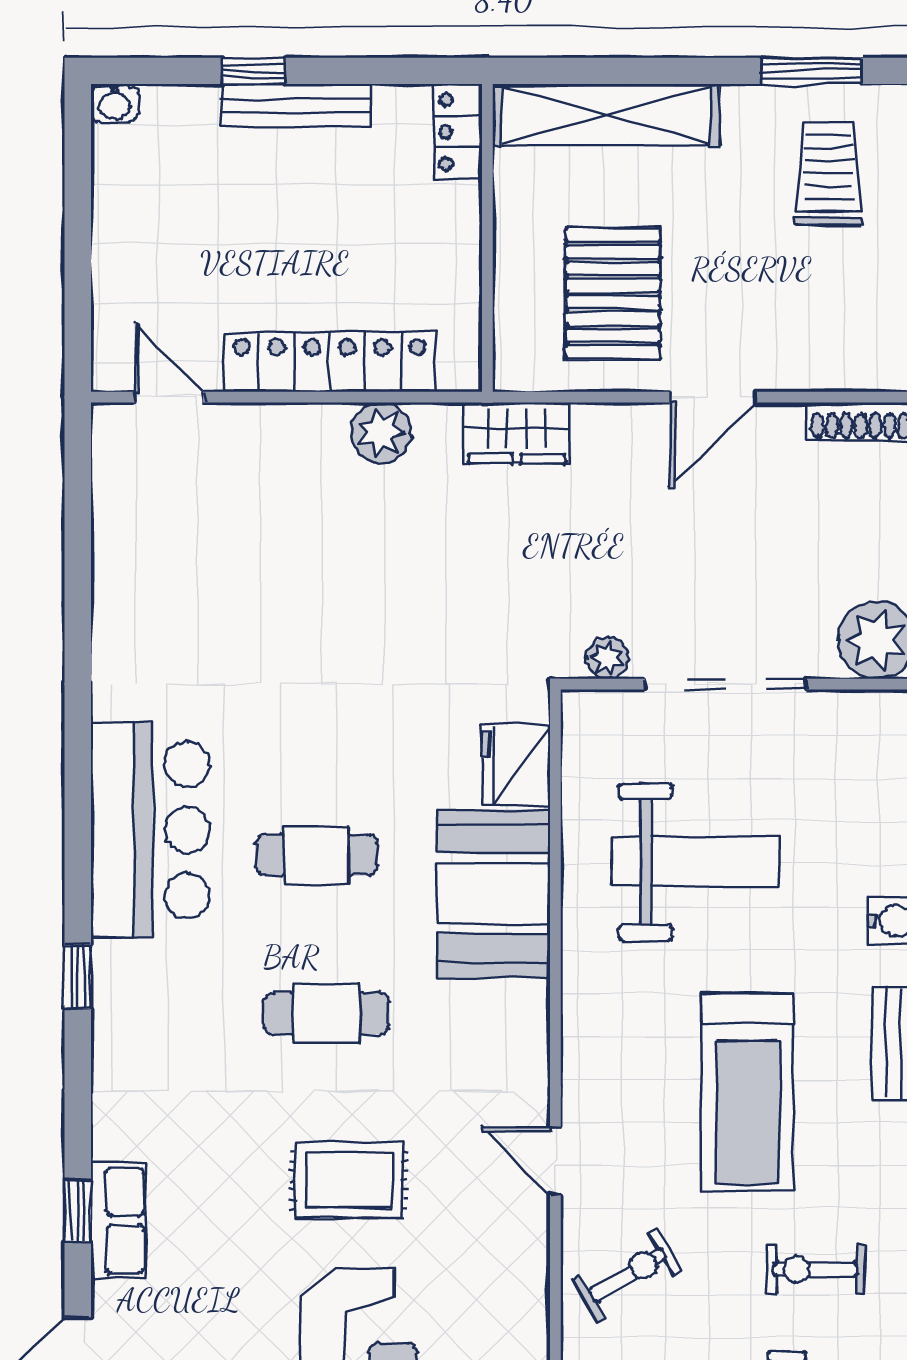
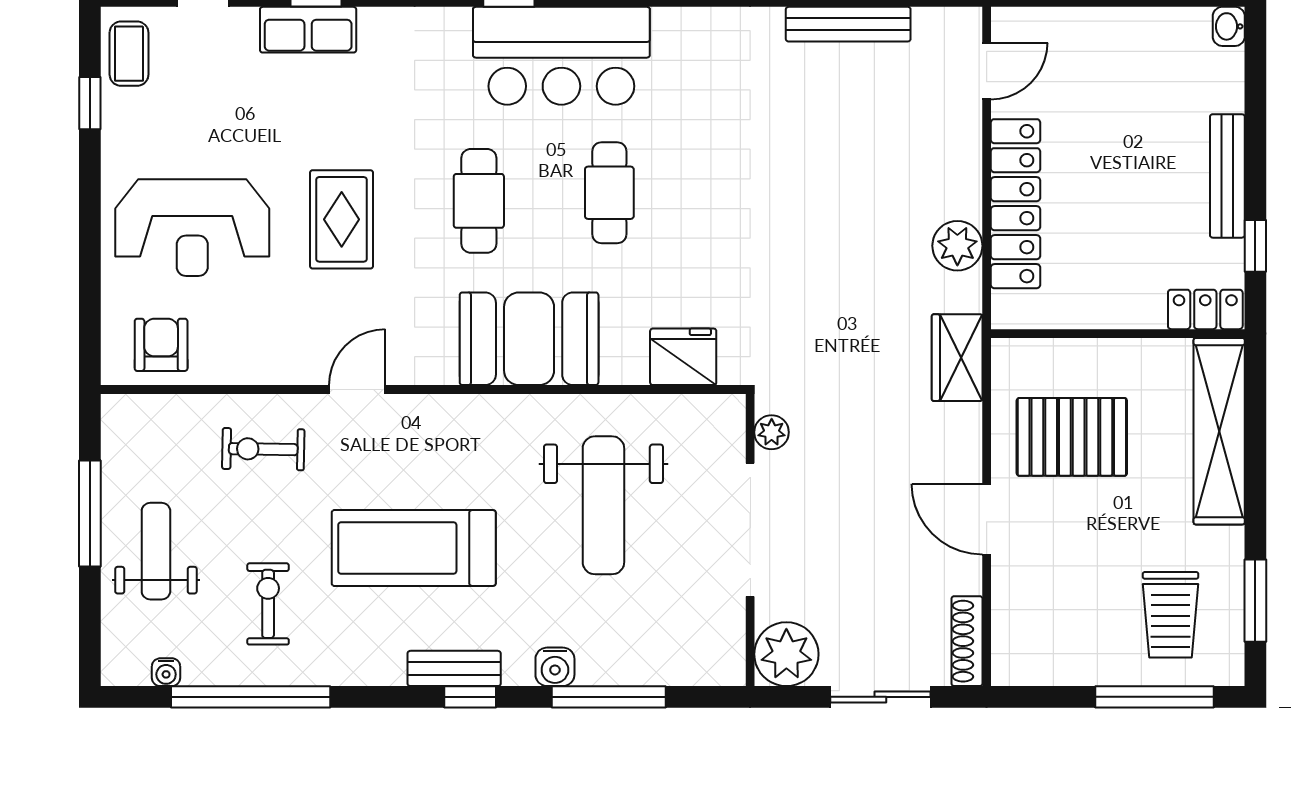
window: (254, 71) -> (1255, 246), moved
trolley: (829, 174) -> (1171, 615), turned 90
bench: (112, 565) -> (848, 24), added
bar counter: (150, 830) -> (561, 56), moved
booth: (494, 894) -> (529, 339), moved
exercise bike: (628, 1275) -> (263, 449), turned 122

